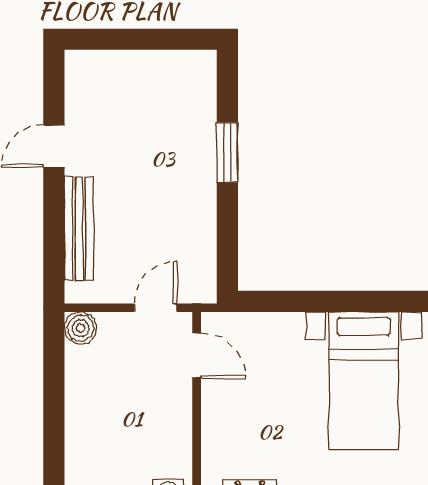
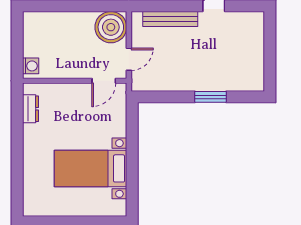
door: (156, 308) -> (129, 59), hinge flipped
boiler: (81, 328) -> (111, 27), width x1.86, depth x1.86

